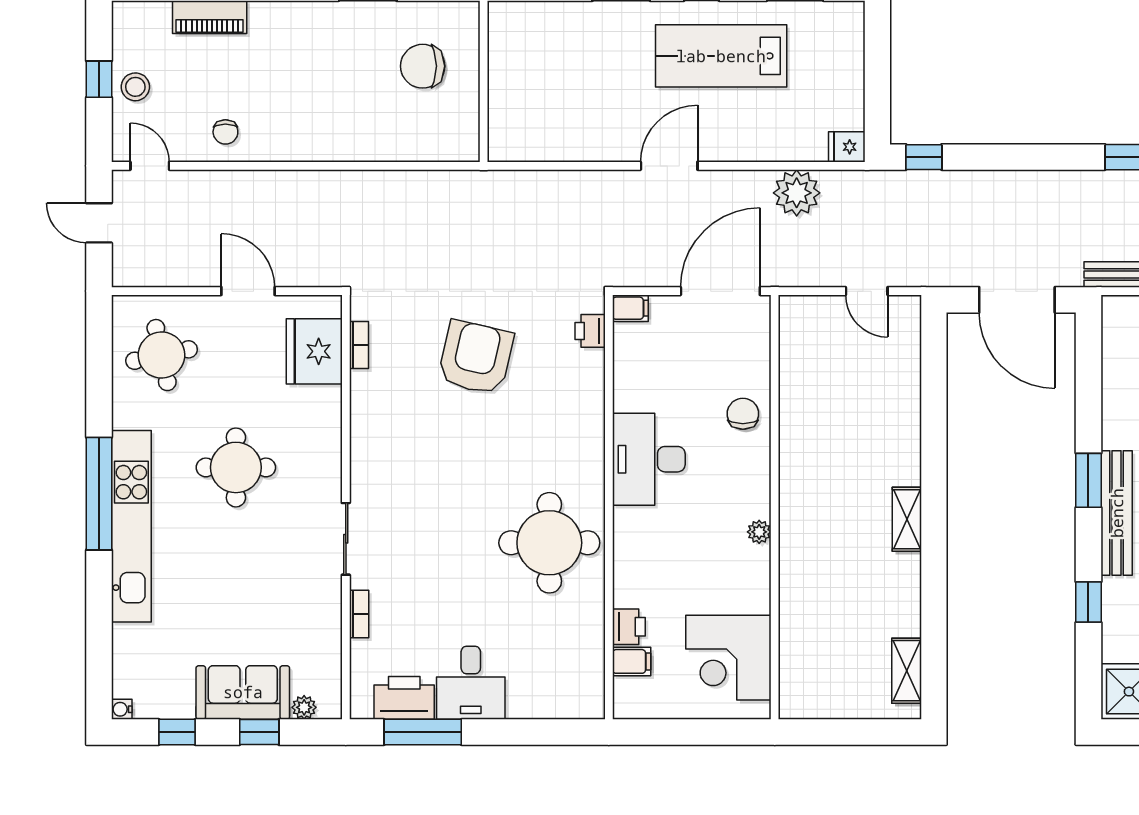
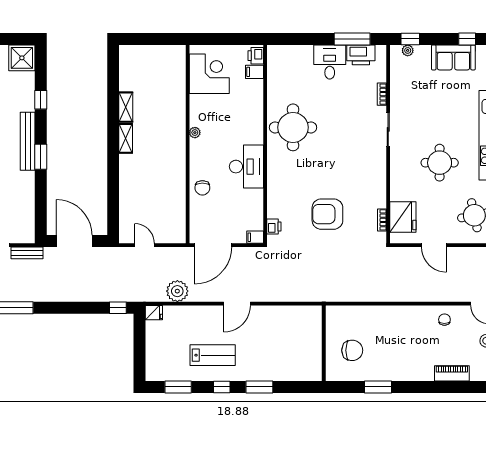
lab bench: (721, 56) -> (213, 355), width x0.73, depth x0.72
armchair: (476, 358) -> (327, 214), turned 77
printer: (629, 627) -> (256, 56), moved
shelving: (907, 671) -> (126, 107), moved
sofa: (243, 692) -> (453, 57), moved
window: (259, 732) -> (410, 39), moved

